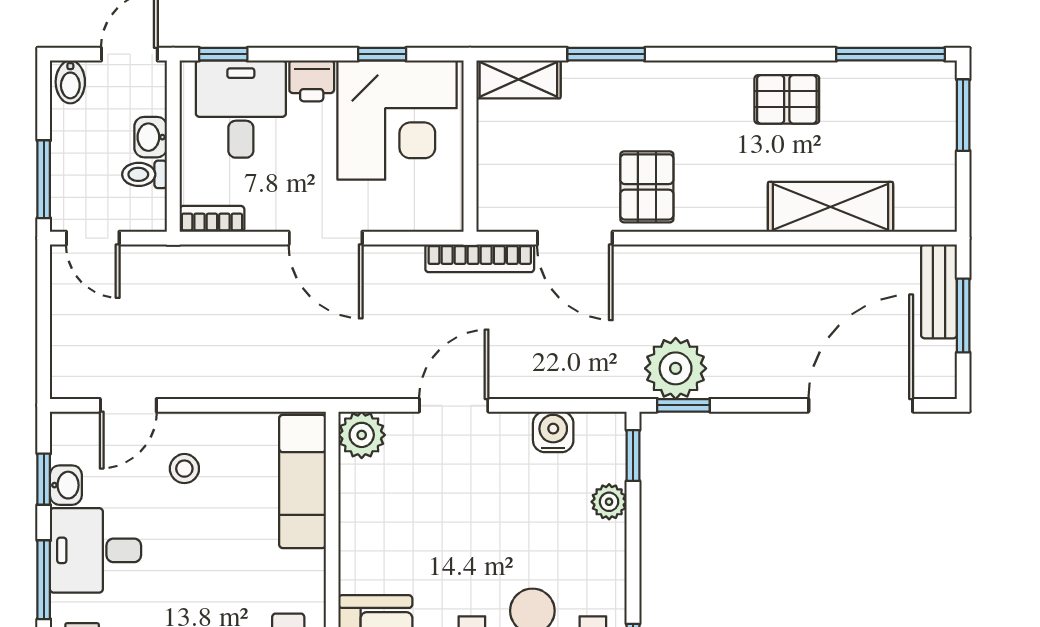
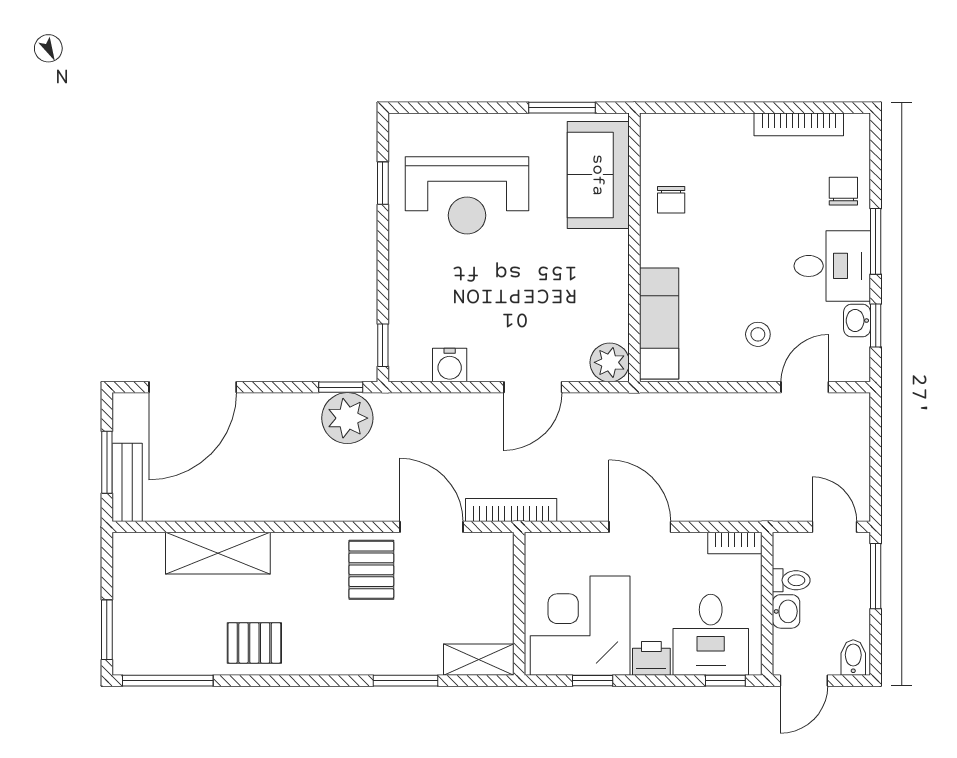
plant: (609, 502) -> (403, 307), removed

